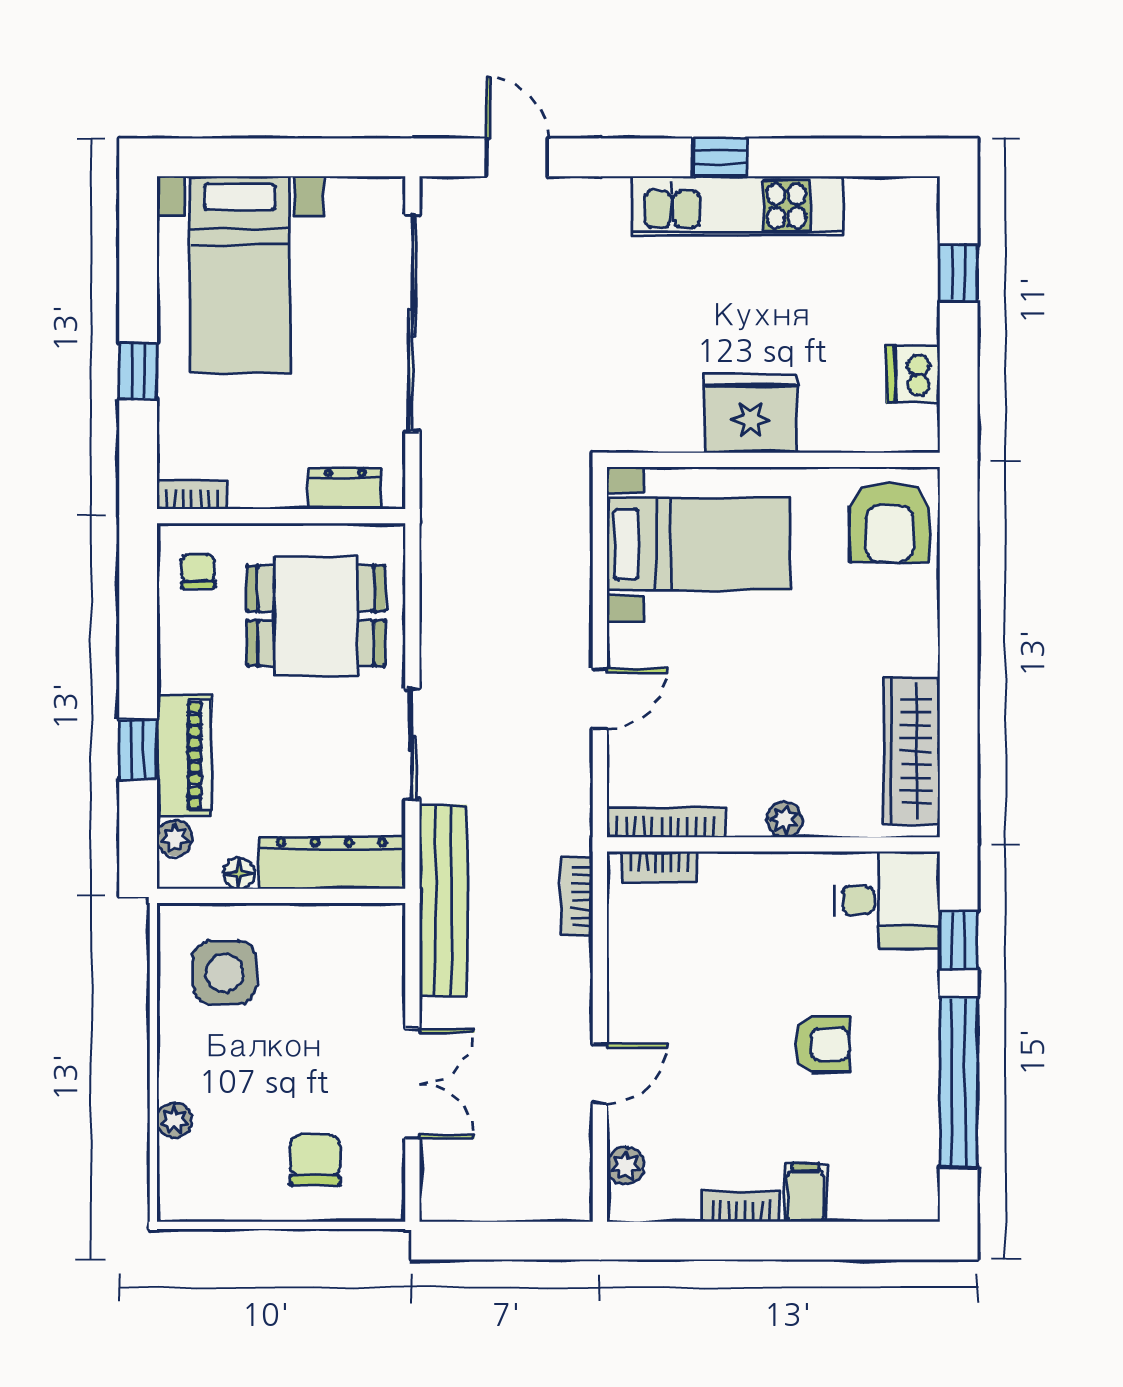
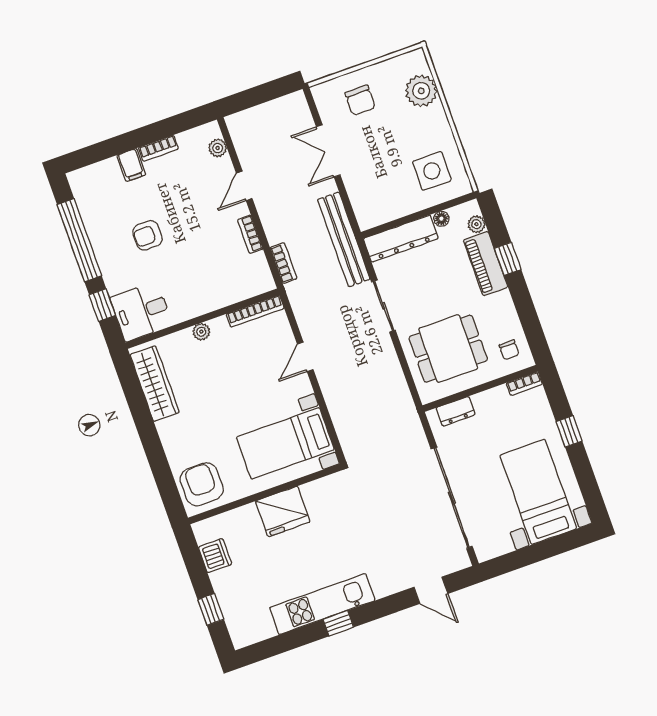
bookcase: (659, 866) -> (250, 234), moved, turned -90
plant: (174, 1121) -> (421, 91), width x1.87, depth x1.87

